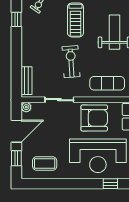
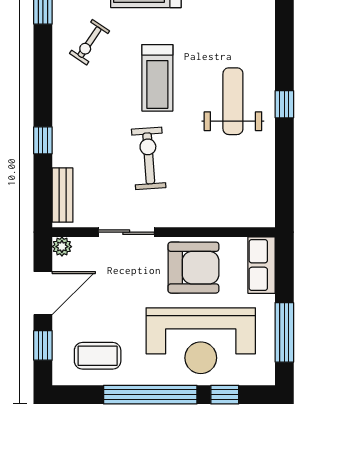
window: (16, 19) -> (43, 140), moved
exercise mat: (107, 83) -> (219, 200), removed
window: (72, 184) -> (150, 395), added

